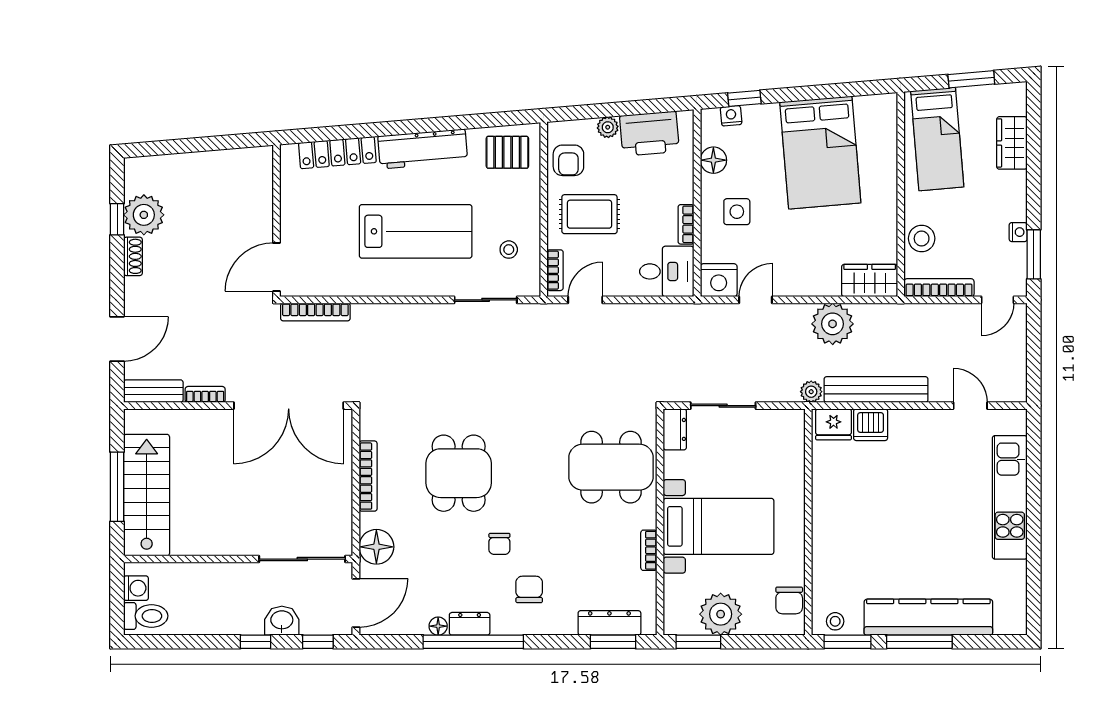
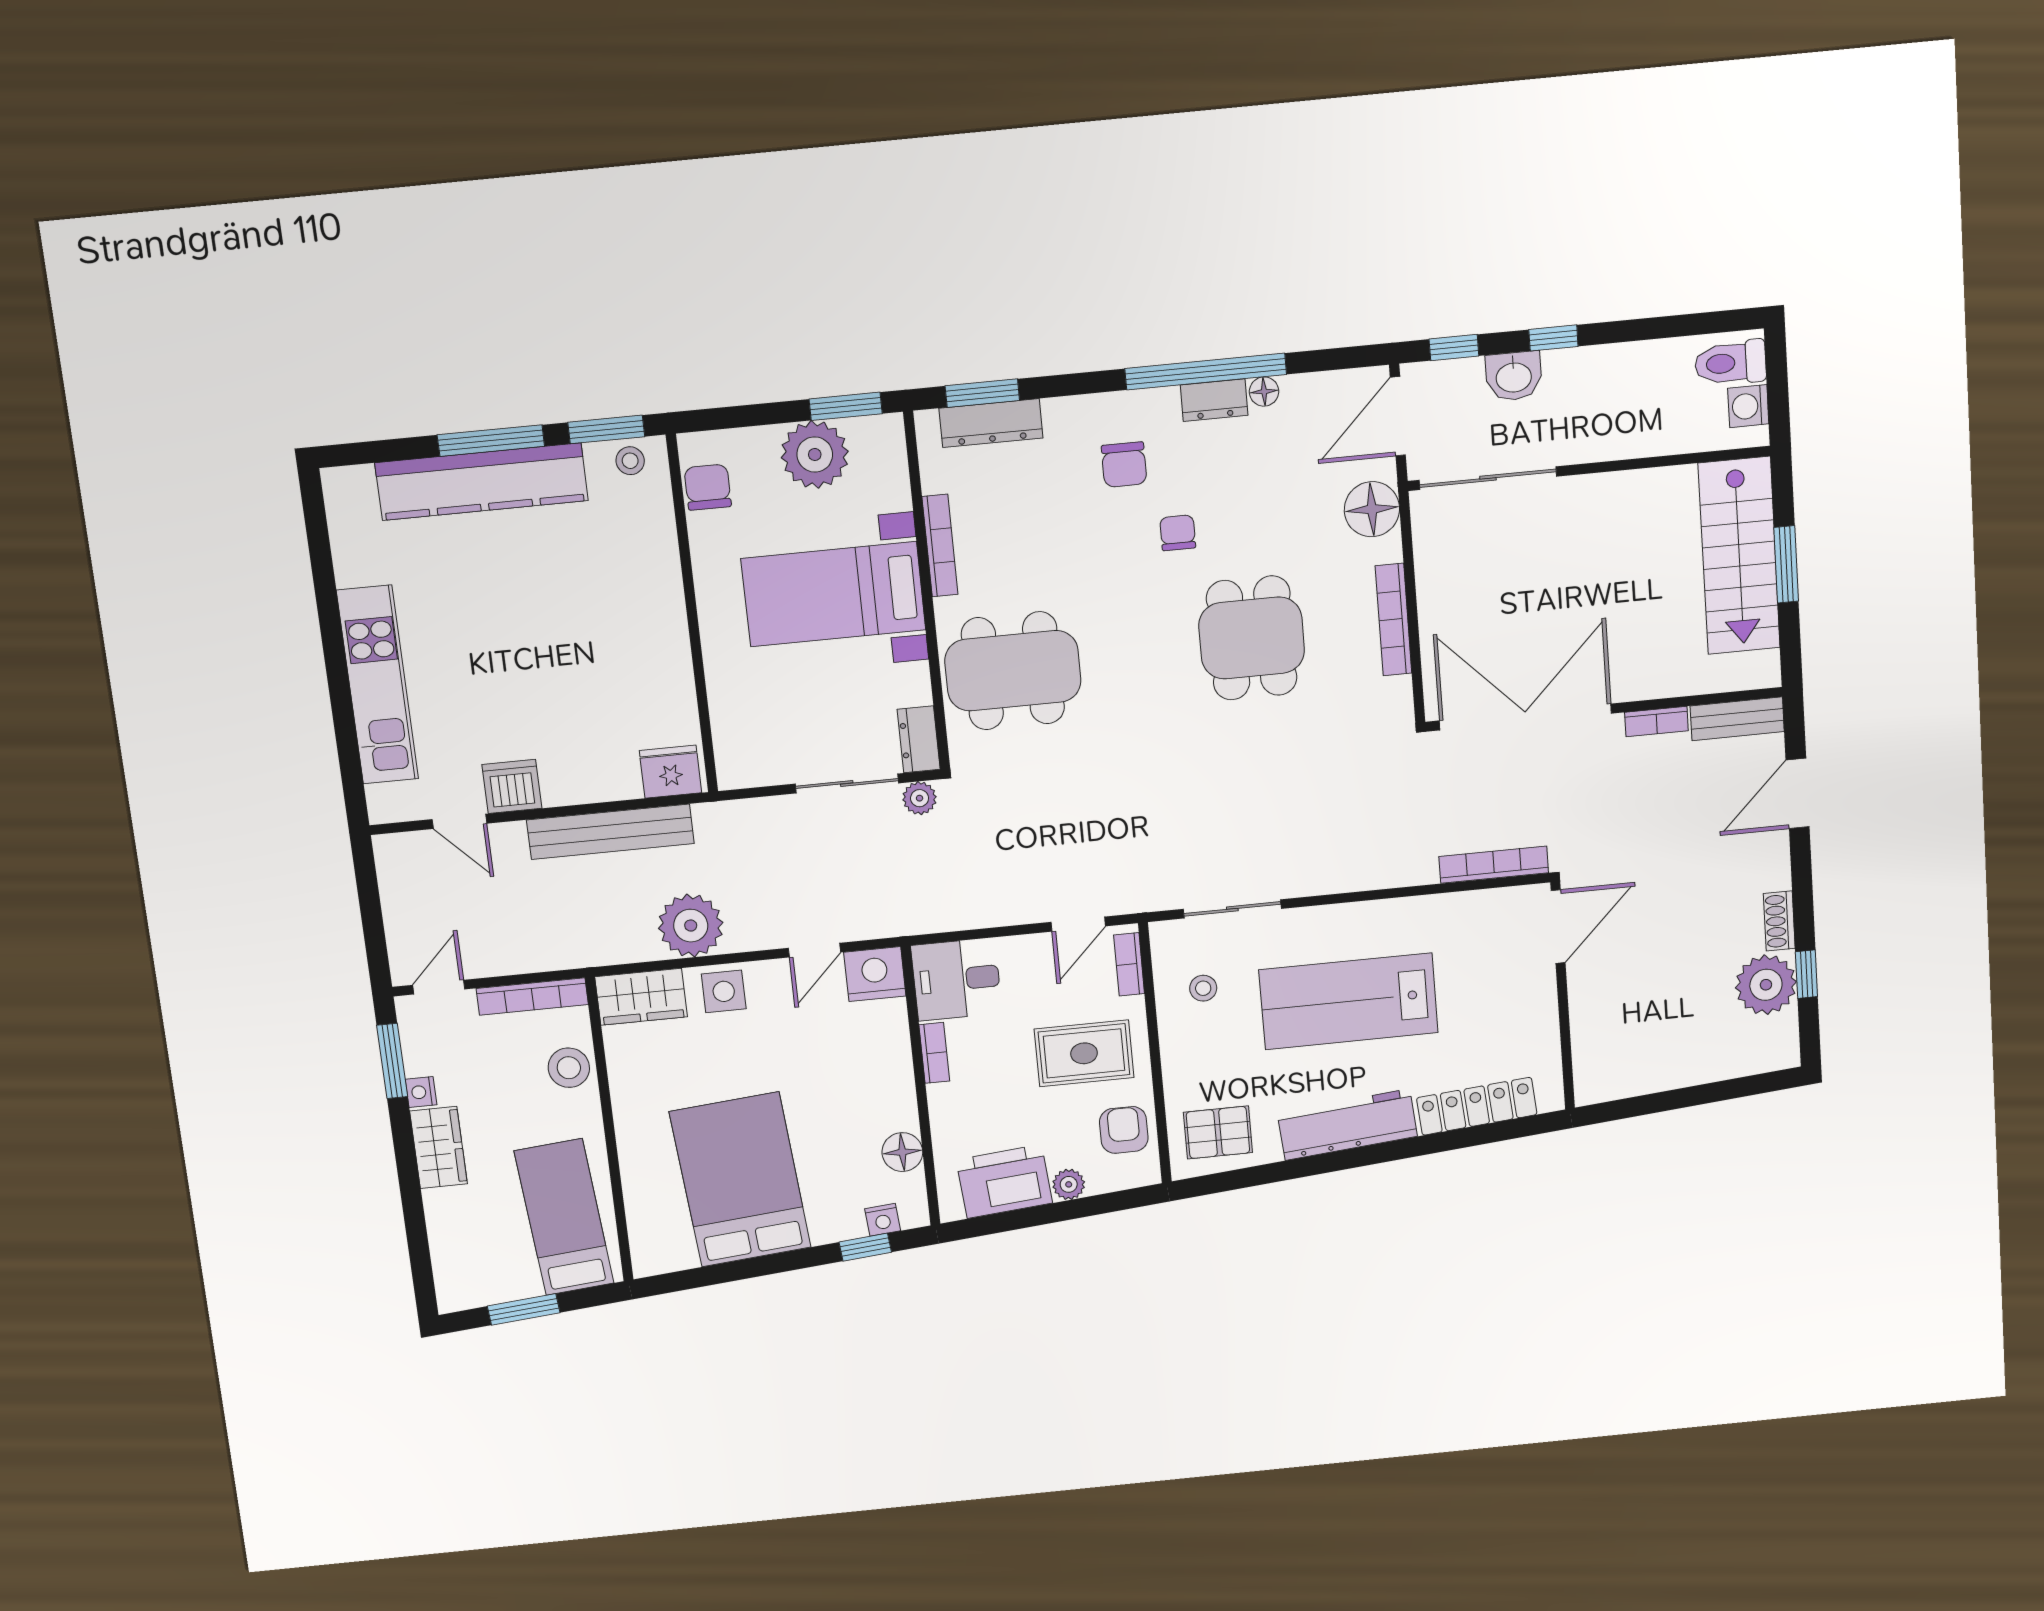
wardrobe: (1012, 143) -> (438, 1147), moved
side table: (737, 212) -> (724, 991), moved
plant: (811, 392) -> (920, 798), moved
dishwasher: (871, 425) -> (512, 786), moved
window: (117, 487) -> (1786, 564), width x0.69
bookcase: (649, 550) -> (940, 546), width x1.56

